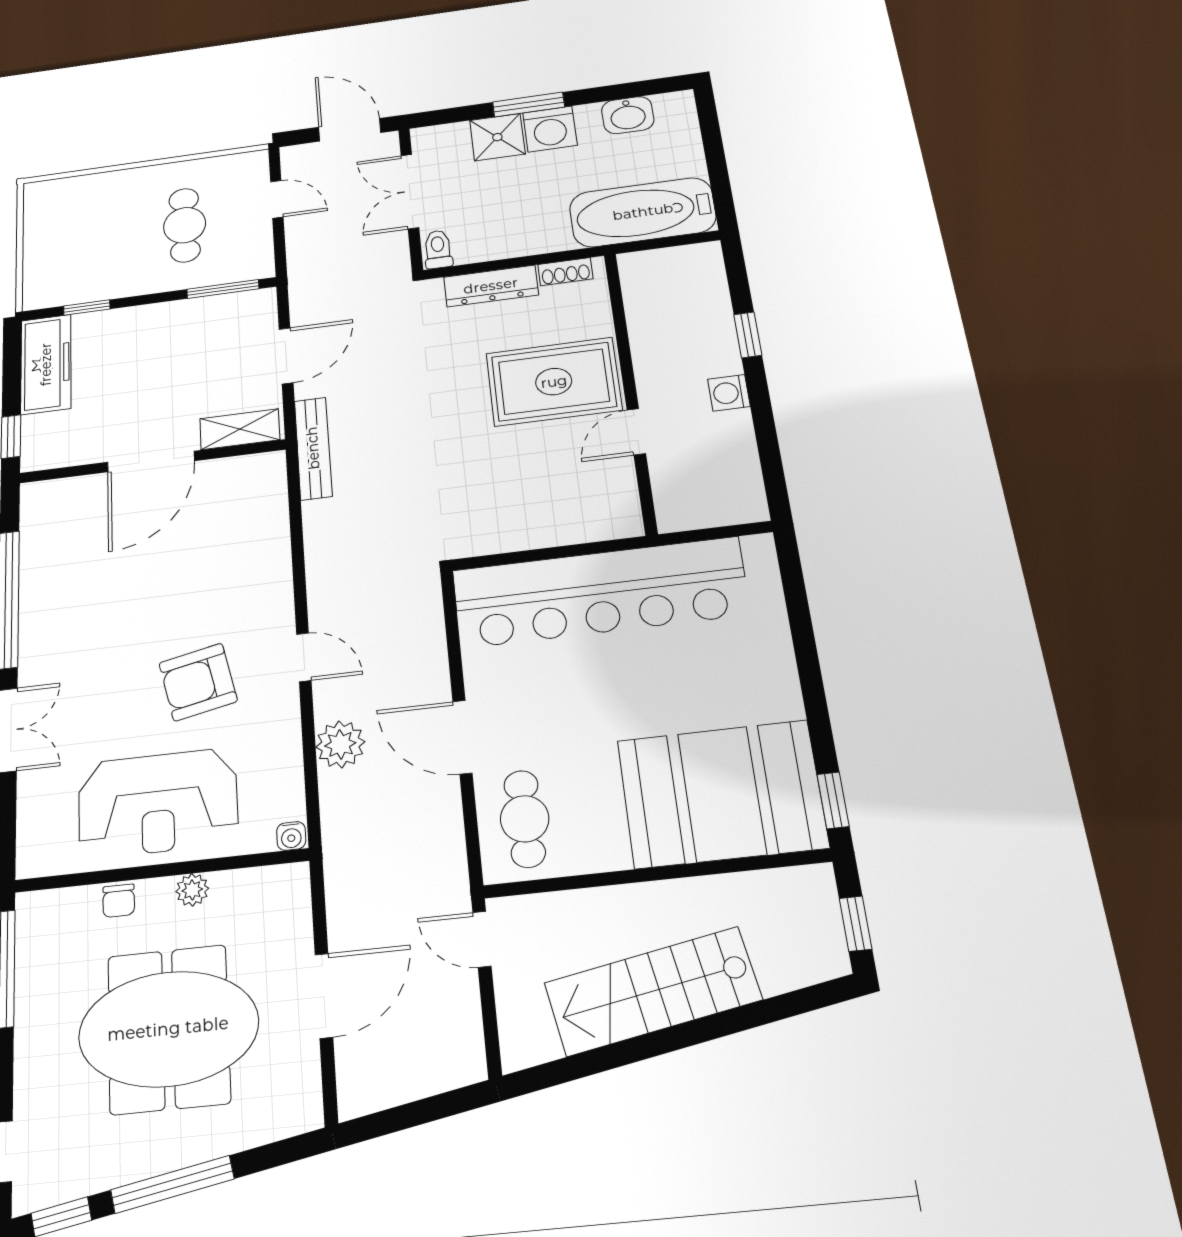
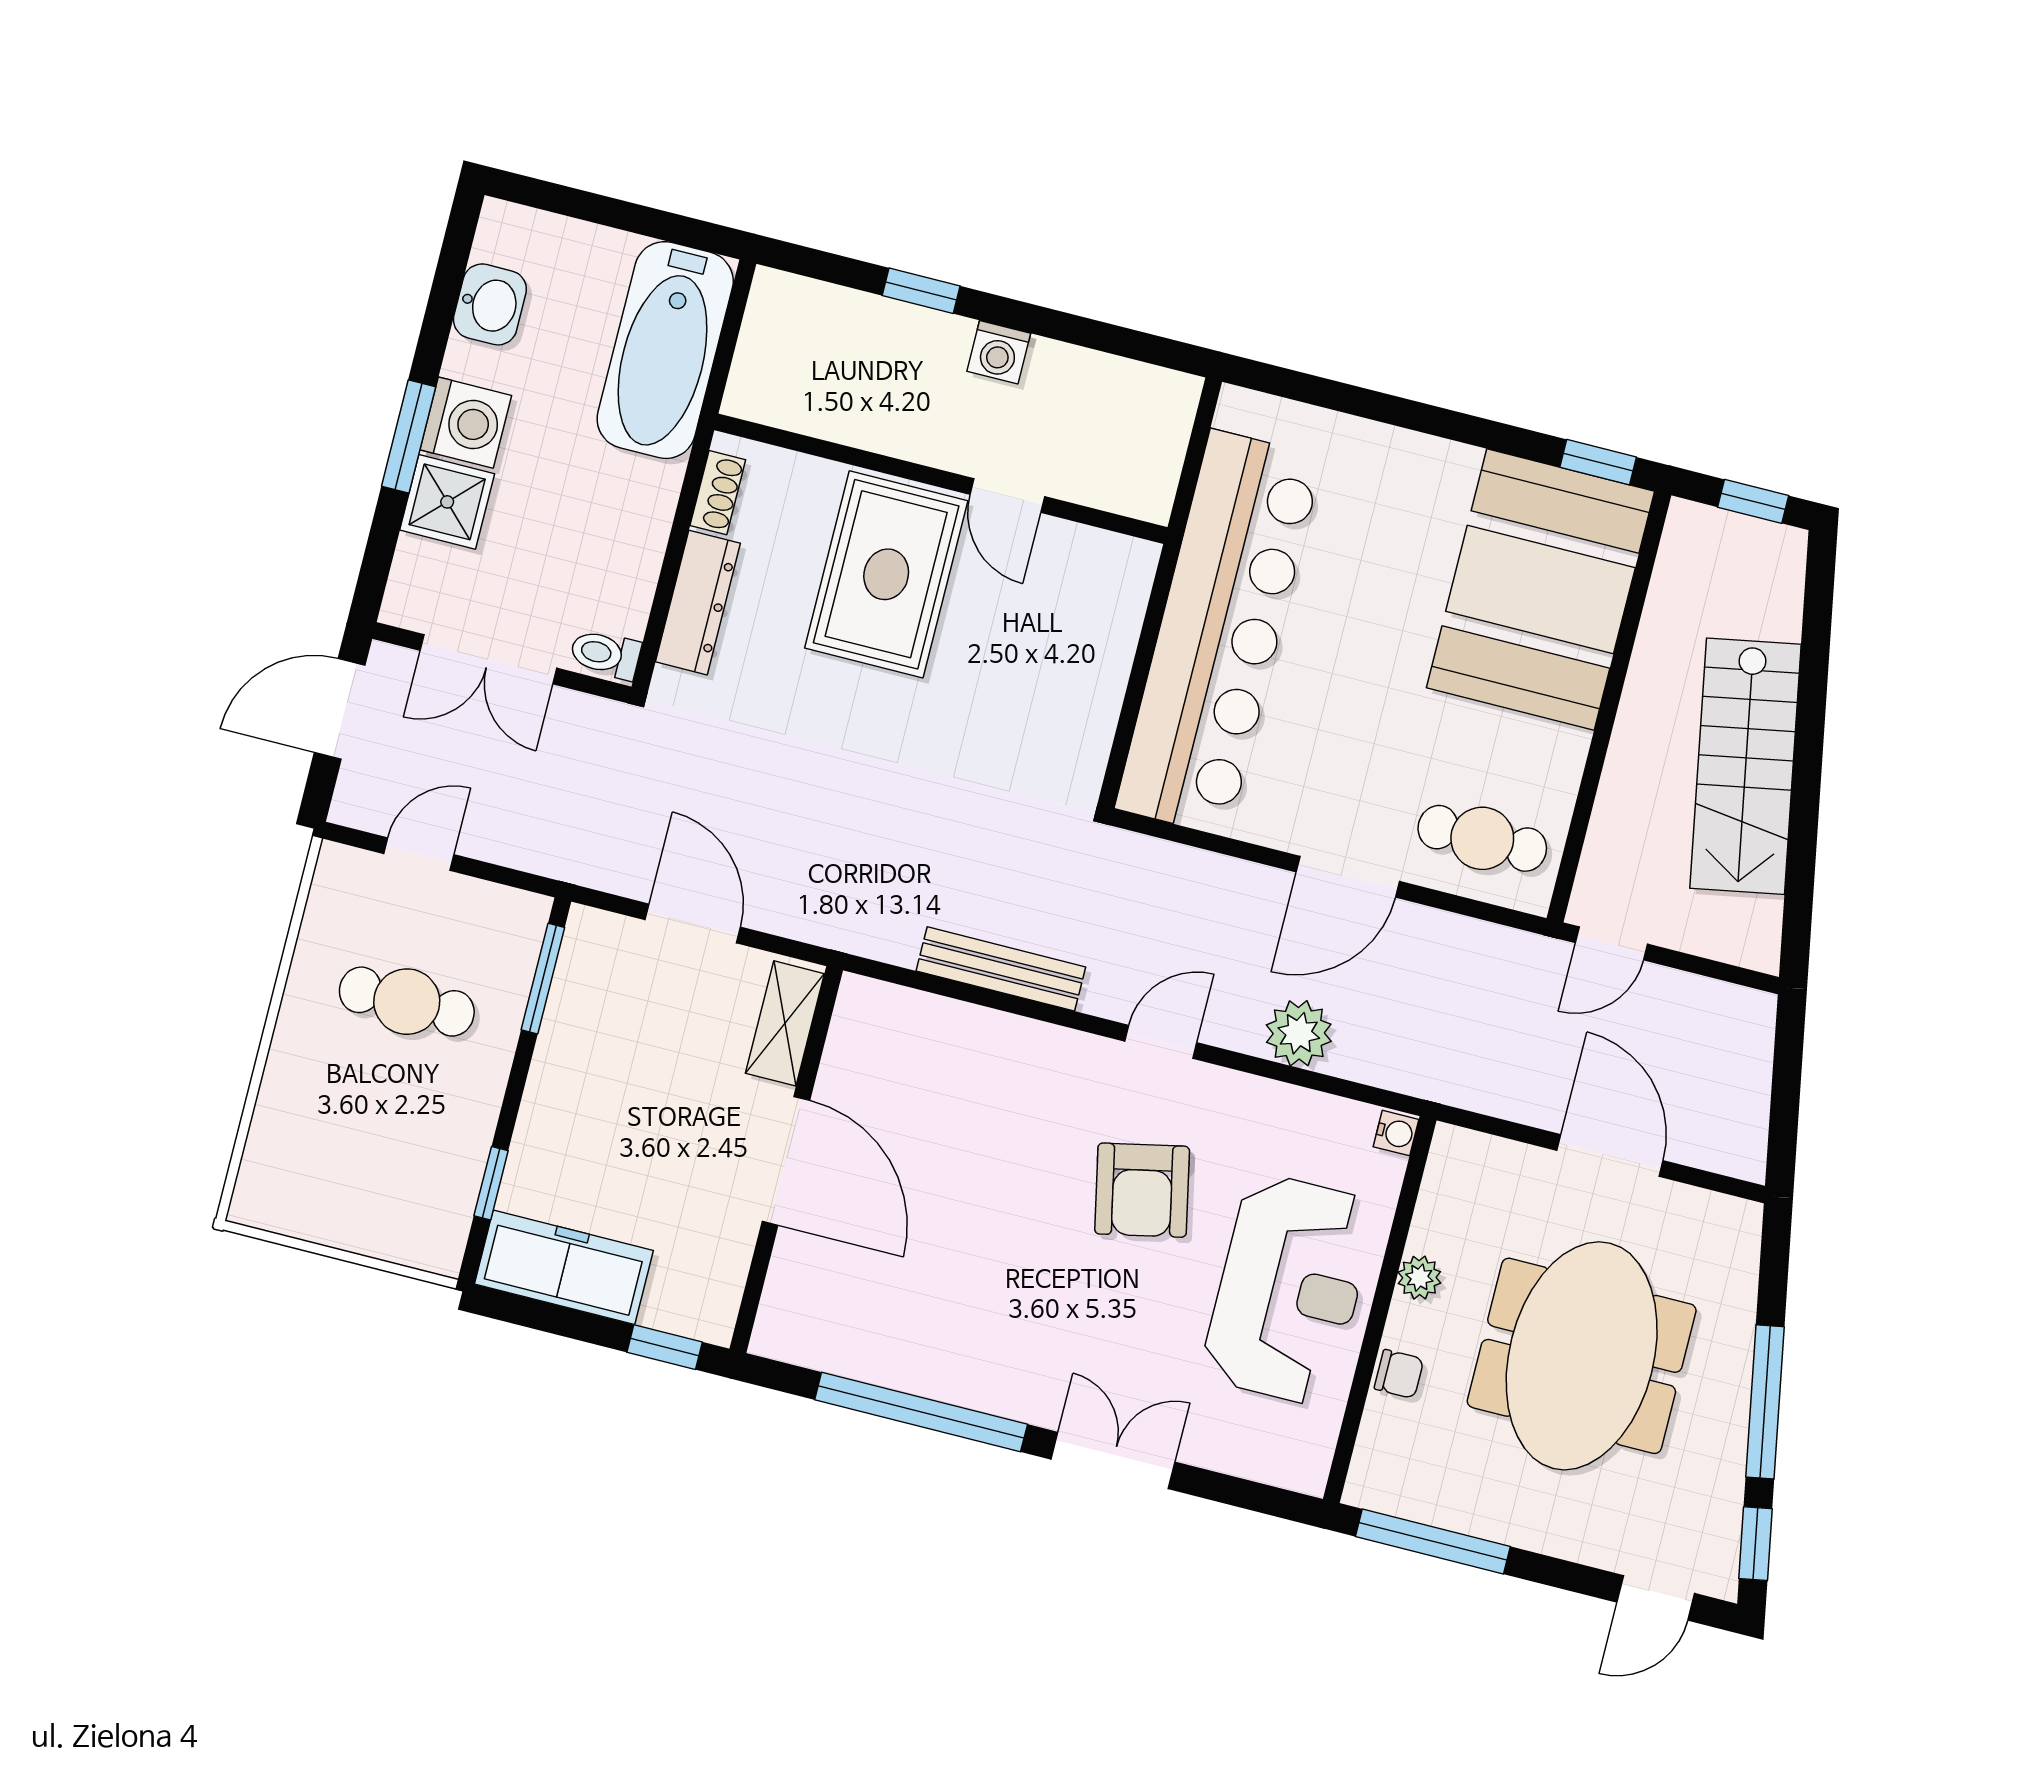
bench: (313, 448) -> (1001, 969), moved

